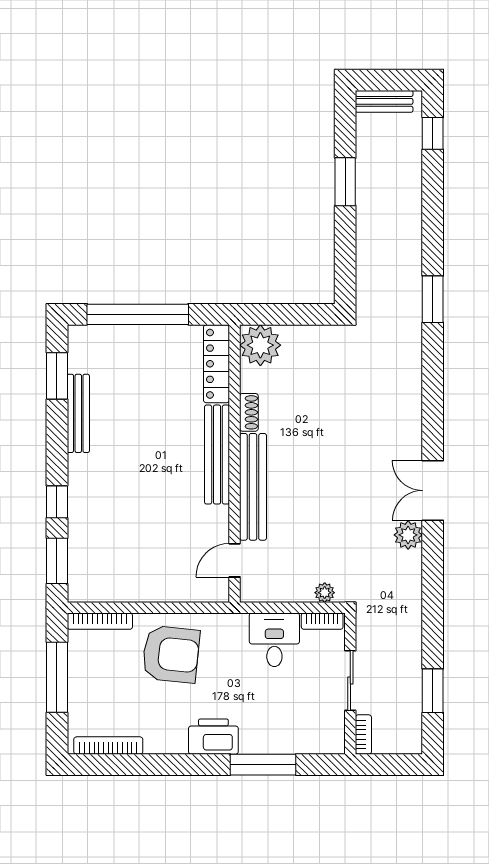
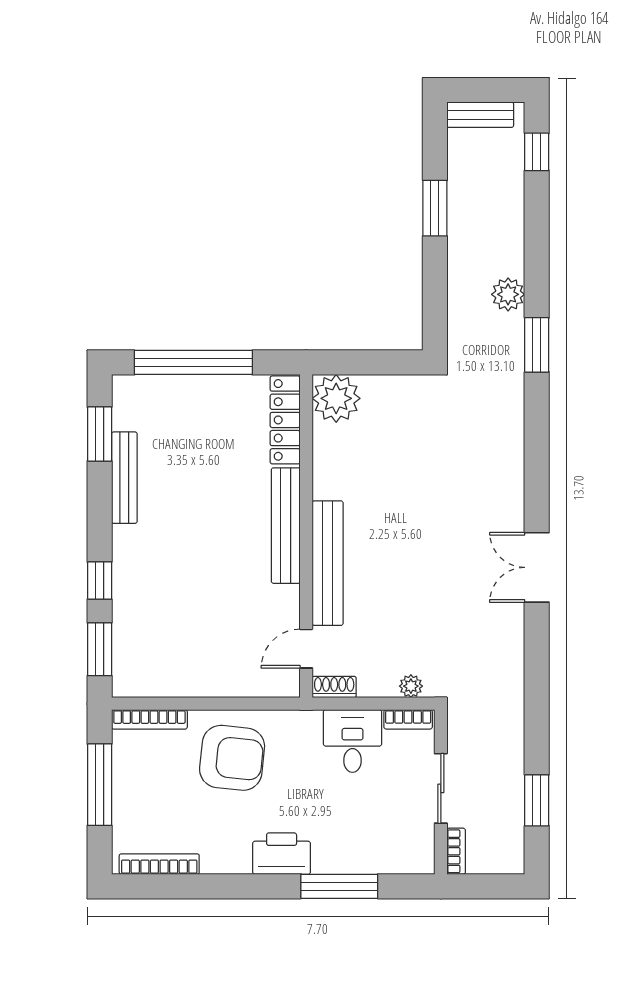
shoe rack: (249, 412) -> (334, 687), moved, turned -90
plant: (408, 535) -> (508, 294), moved

